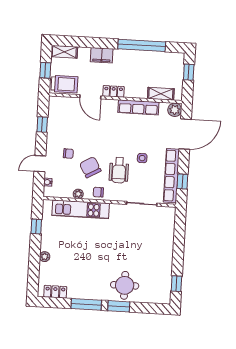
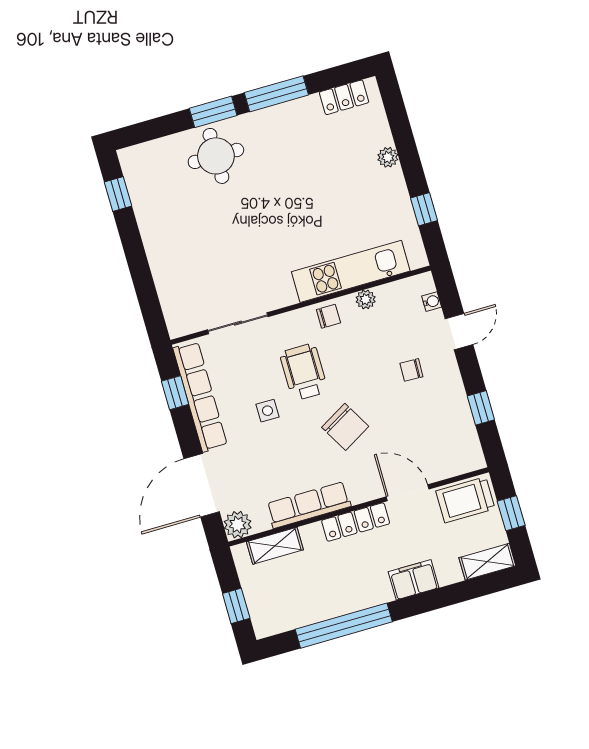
locker: (114, 91) -> (356, 522), width x1.53
chair: (90, 167) -> (345, 427), moved

